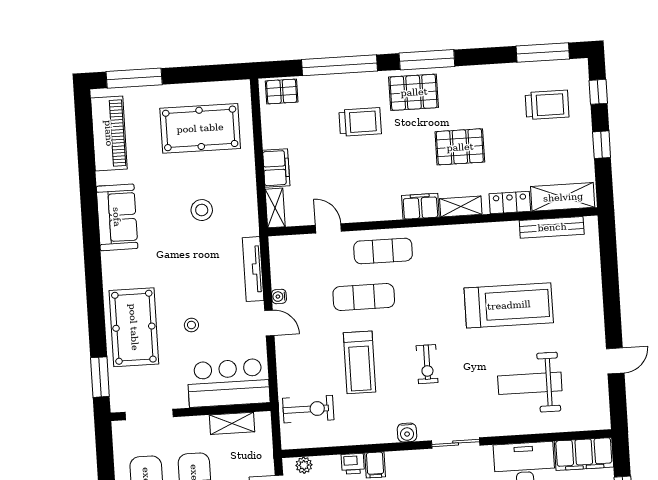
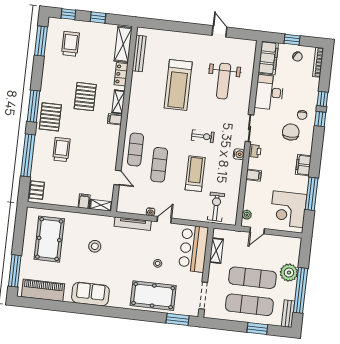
filing cabinet: (276, 168) -> (84, 201), width x0.50
filing cabinet: (420, 206) -> (115, 119), width x0.50
door: (328, 228) -> (117, 178), swing flipped
treadmill: (509, 305) -> (178, 85), turned 180
treadmill: (360, 362) -> (195, 174), turned -90
printer: (353, 464) -> (255, 151), moved

